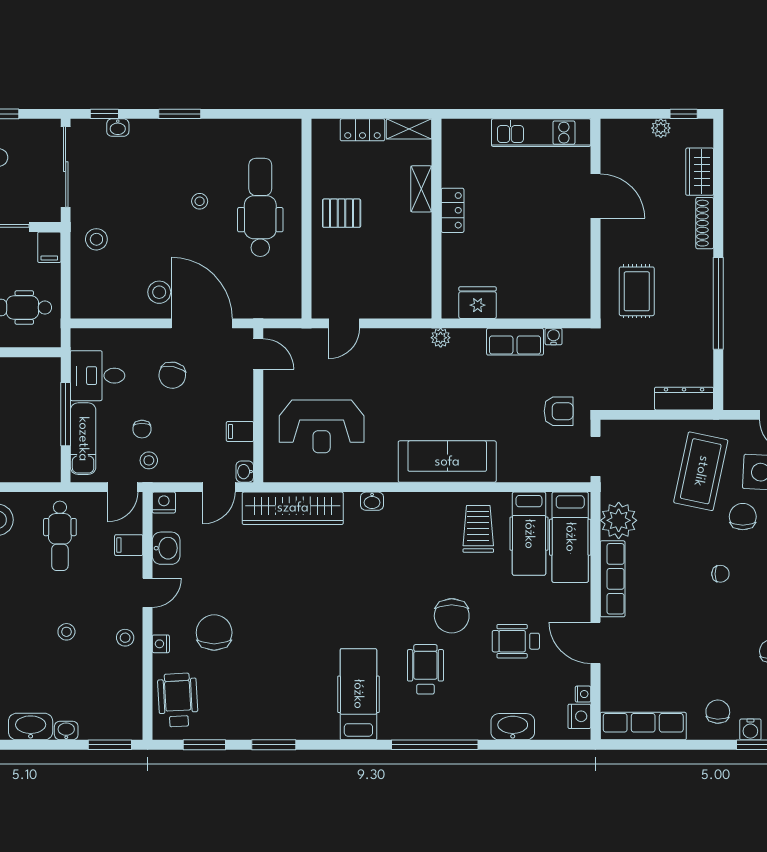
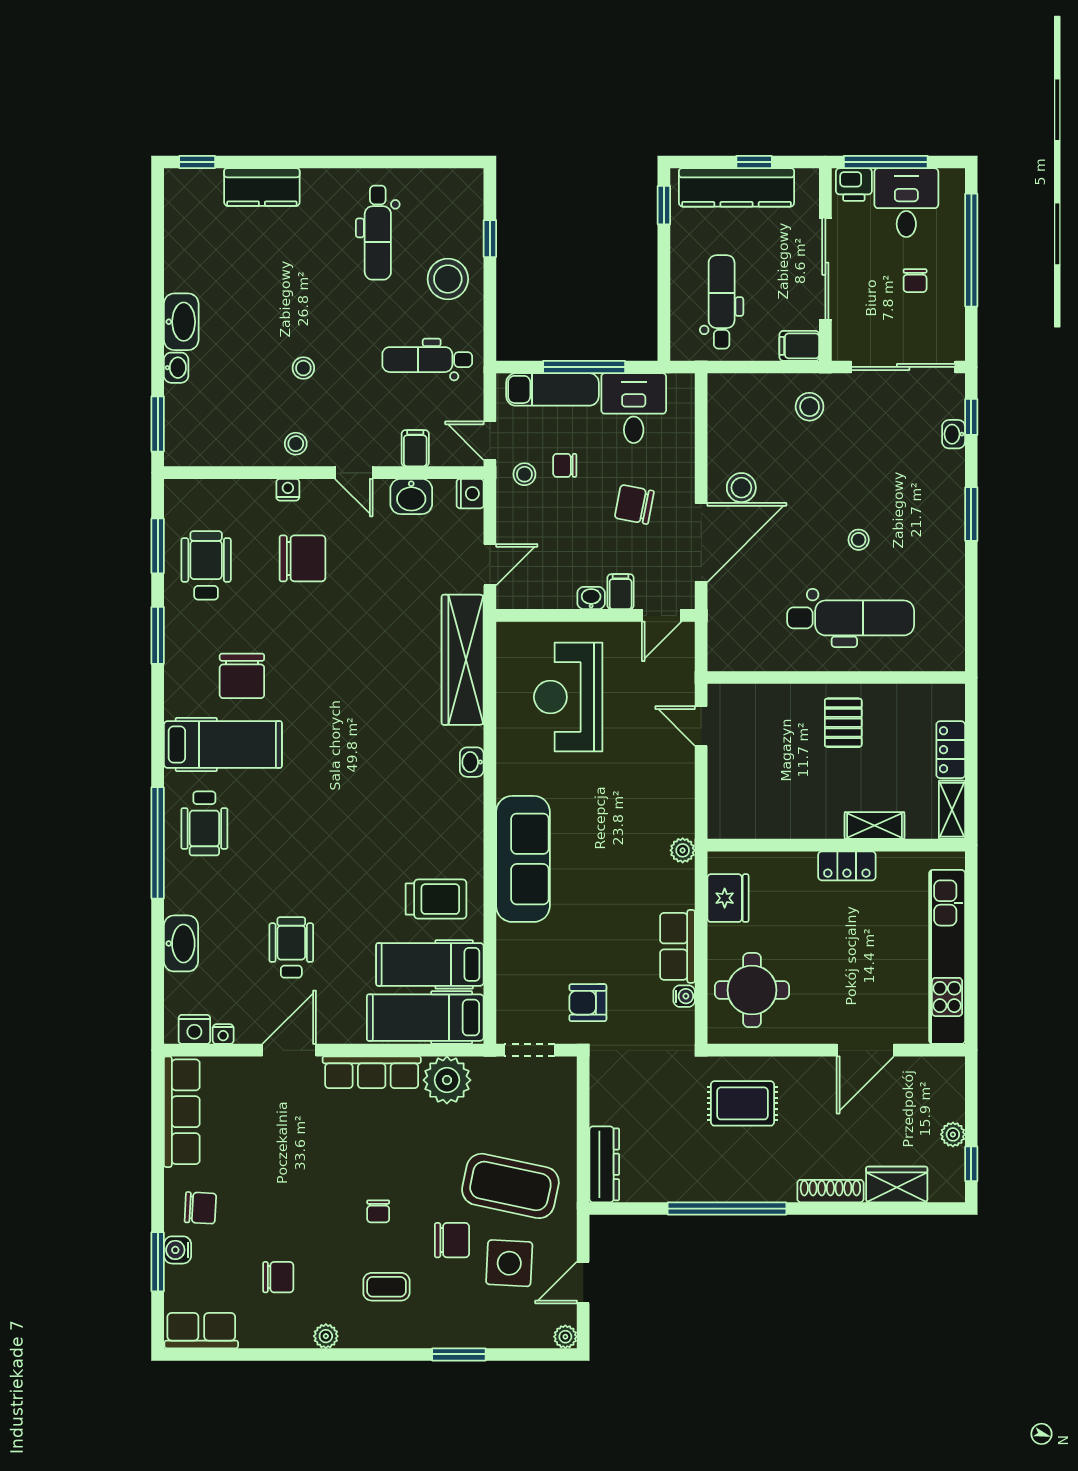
kitchen unit: (541, 133) -> (947, 957), width x1.36
round table: (549, 284) -> (752, 990), added
armchair: (559, 411) -> (588, 1003), turned 90
filing cabinet: (240, 431) -> (621, 592), moved
washbasin: (245, 472) -> (591, 598), moved
door: (219, 487) -> (490, 565), swing flipped
chair: (452, 616) -> (242, 676), moved, turned -90
wheelchair: (425, 669) -> (204, 823), moved, turned 90
wheelchair: (178, 700) -> (206, 565), moved, turned -87

